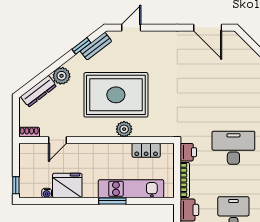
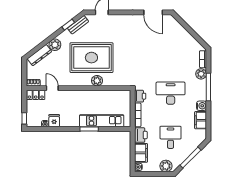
door: (57, 140) -> (52, 88), swing flipped
locker: (146, 150) -> (36, 95), moved
fridge: (67, 186) -> (54, 121), width x0.53, depth x0.75

